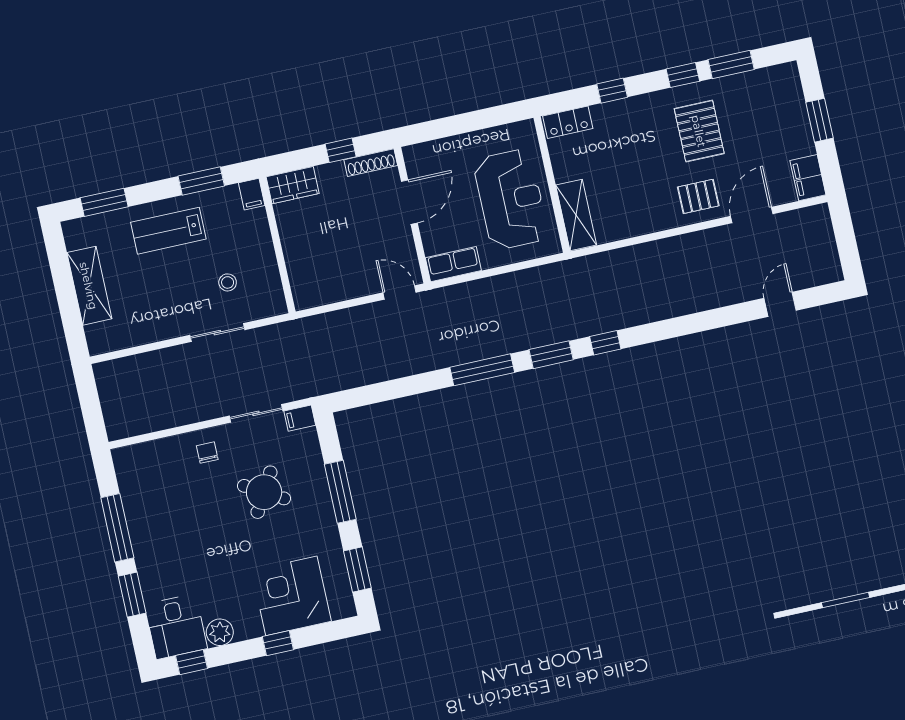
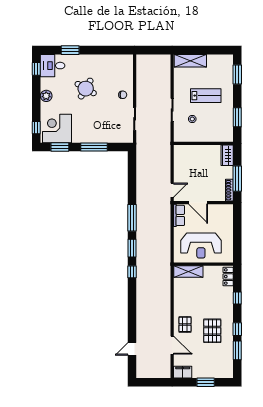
pallet: (699, 131) -> (212, 331), turned 90
window: (341, 150) -> (237, 179), width x2.17
filing cabinet: (252, 194) -> (227, 137), removed
door: (409, 202) -> (198, 203), moved
lab bench: (168, 231) -> (206, 96), moved, turned 90
shelving: (89, 286) -> (190, 61), moved
door: (780, 304) -> (132, 349), swing flipped
filing cabinet: (300, 418) -> (129, 137), removed
round table: (264, 492) -> (86, 89), moved
window: (117, 528) -> (99, 50), removed
corner desk: (291, 596) -> (57, 128), moved, turned -90
plant: (220, 632) -> (46, 96), moved
window: (278, 643) -> (36, 128), moved

